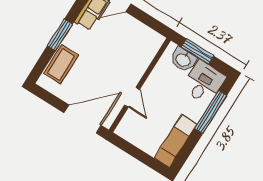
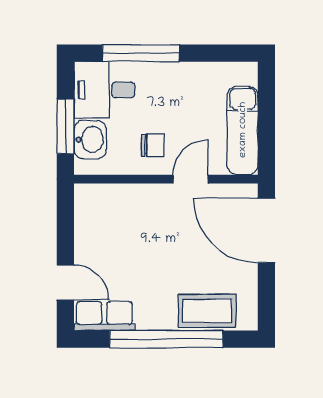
window: (60, 35) -> (166, 339), width x2.11
chair: (161, 89) -> (153, 145), added
exam couch: (176, 141) -> (243, 130), moved, turned 90

